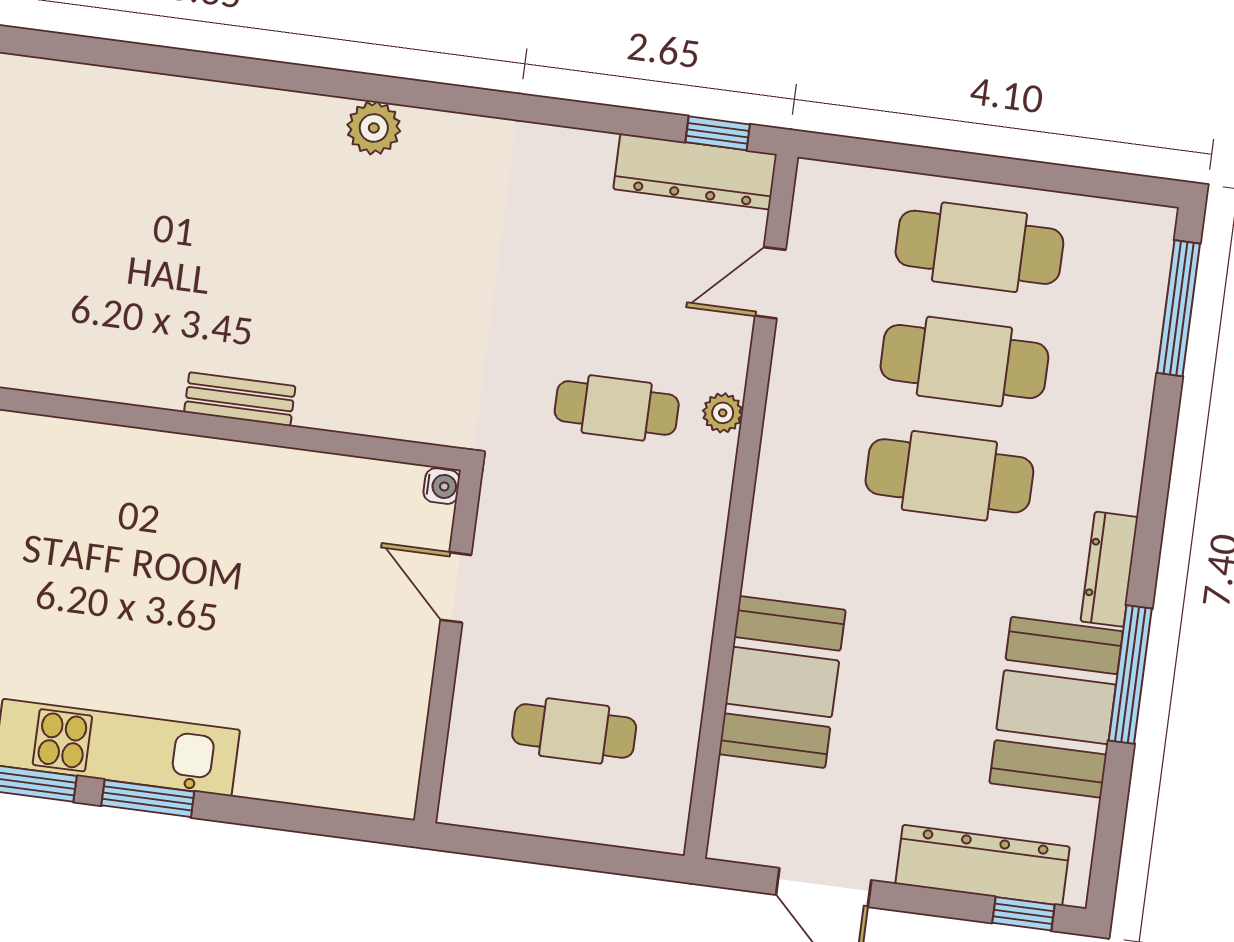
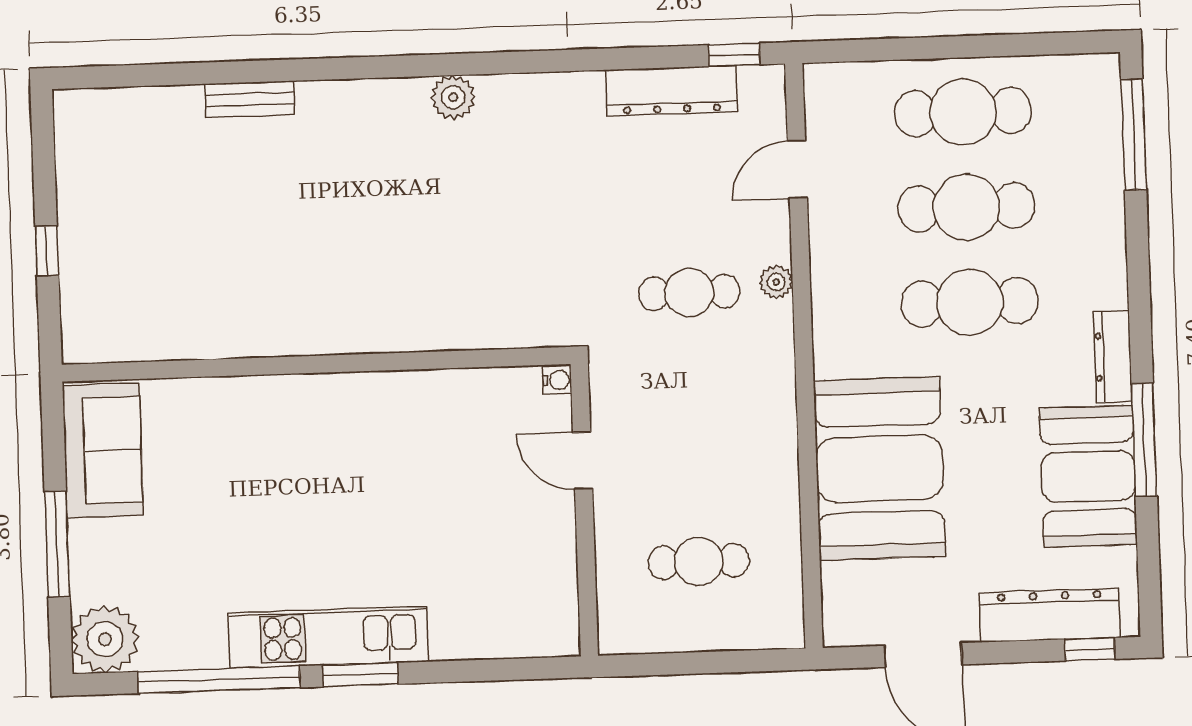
dresser: (695, 172) -> (671, 91), moved
bench: (240, 399) -> (250, 99), moved
booth: (782, 682) -> (879, 469), width x1.36, depth x1.42

